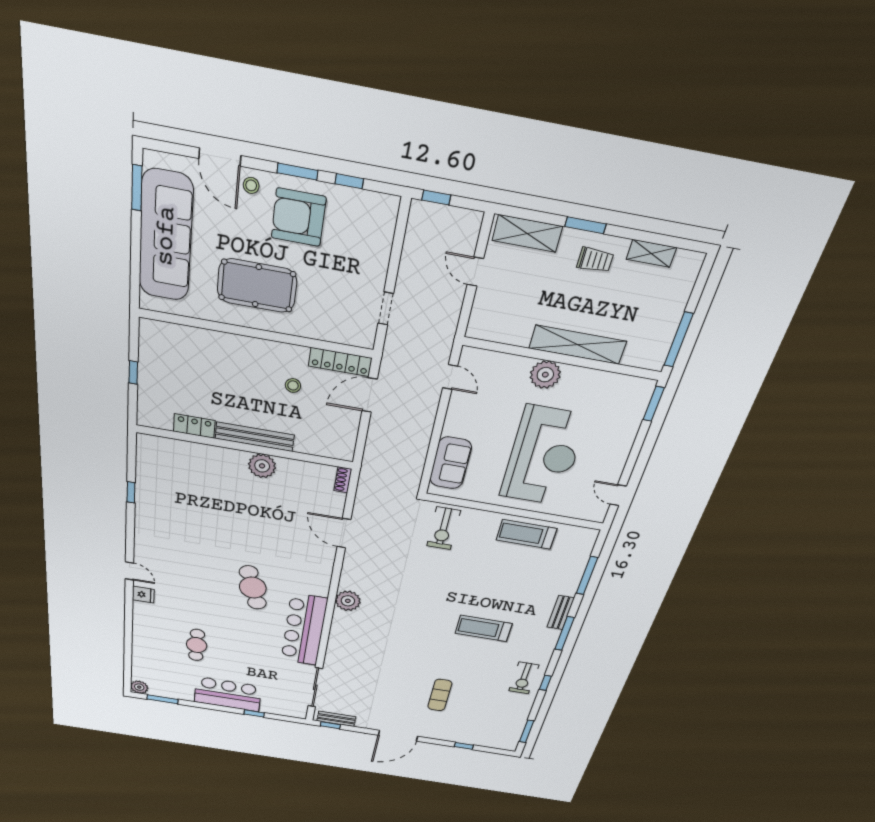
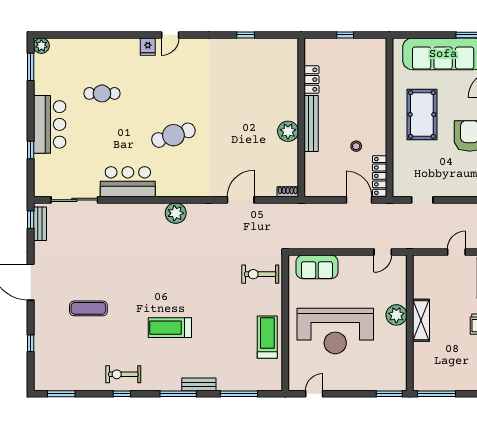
shelving: (578, 345) -> (421, 320), width x0.68
treadmill: (484, 628) -> (170, 328), turned -90
bar counter: (304, 630) -> (128, 182), width x0.73

